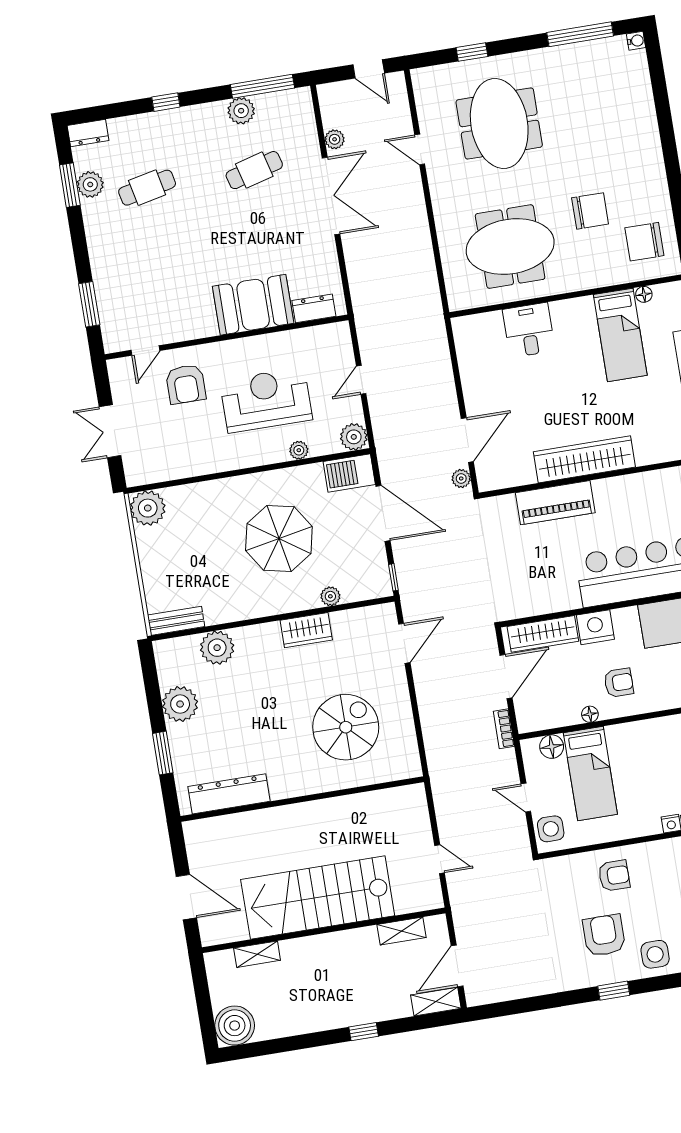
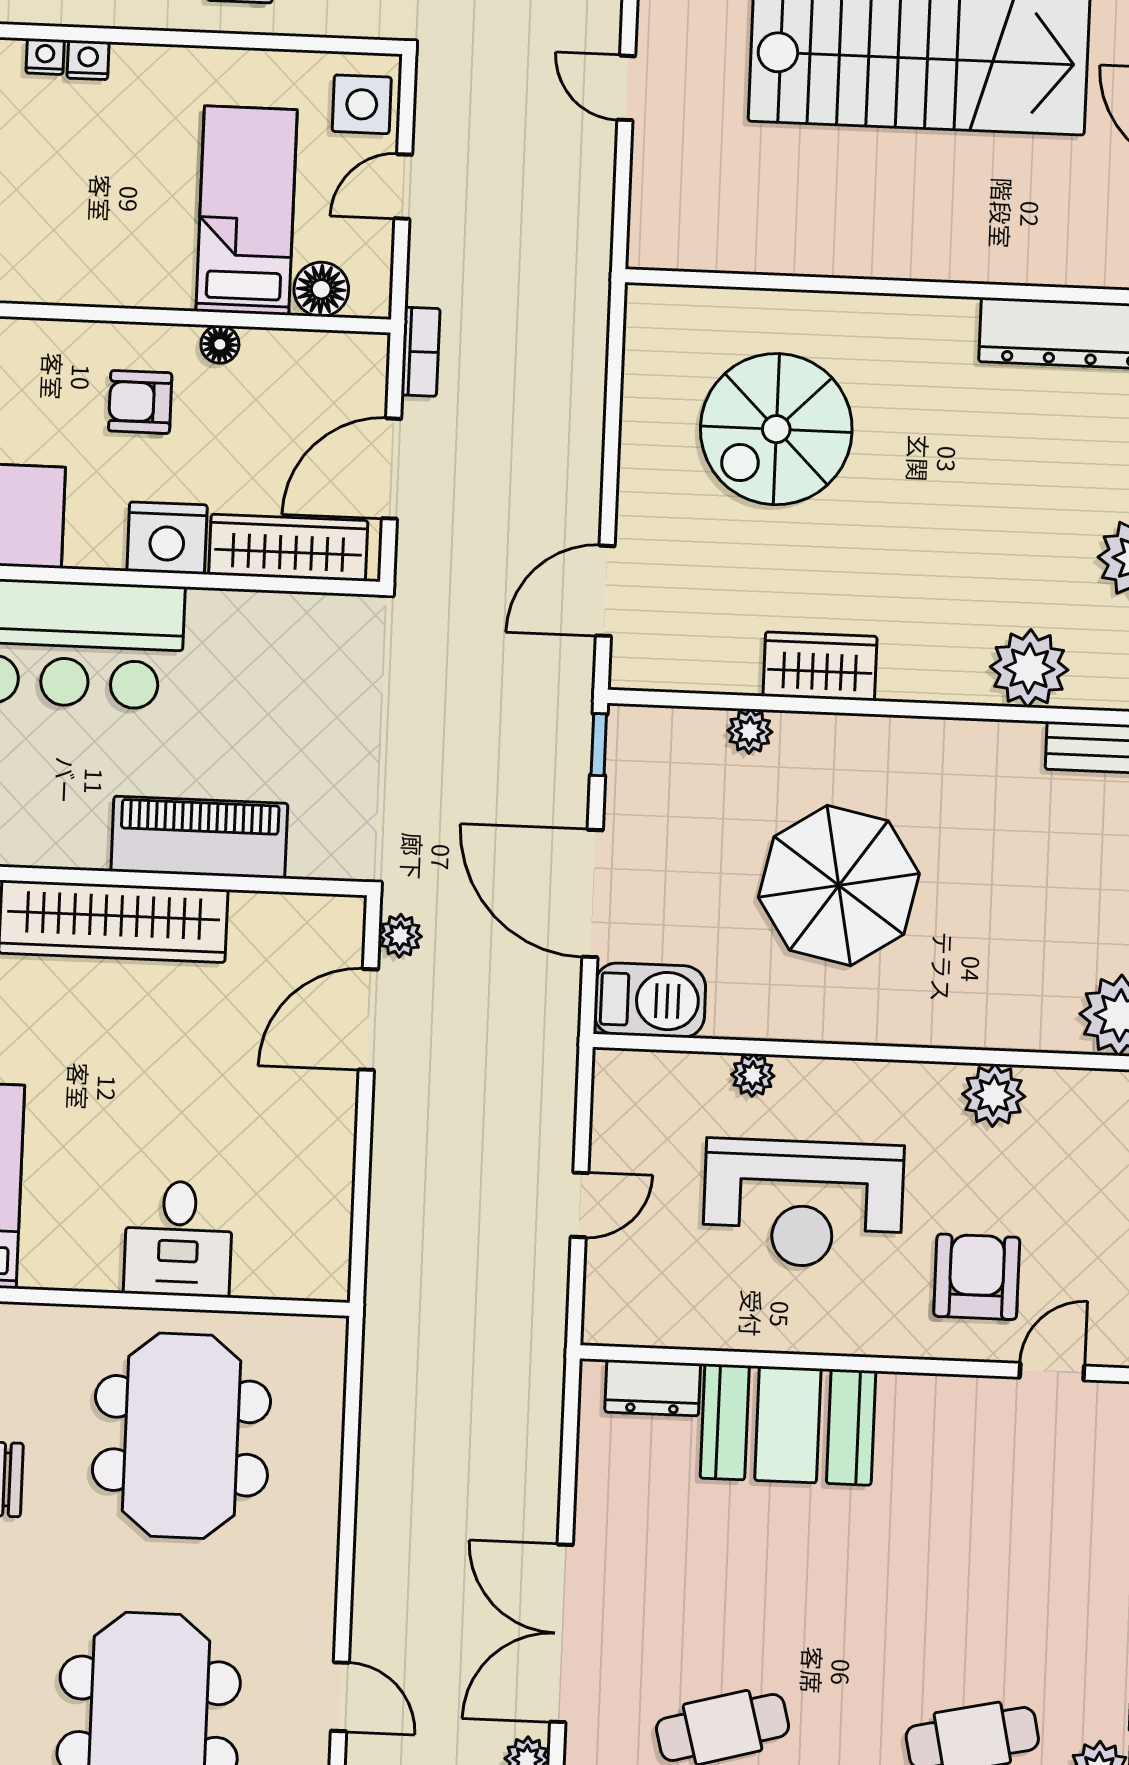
meeting table: (510, 247) -> (181, 1436), turned 90
plant: (354, 437) -> (994, 1095), moved
door: (526, 798) -> (403, 187), swing flipped

